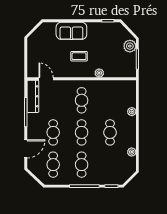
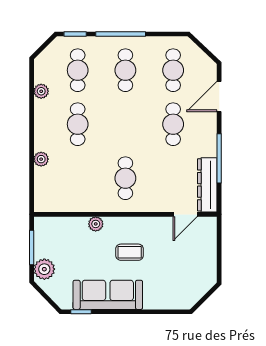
sofa: (71, 31) -> (108, 295), moved, width x1.36
door: (46, 79) -> (185, 214), hinge flipped
cafe table: (82, 132) -> (78, 70), moved

